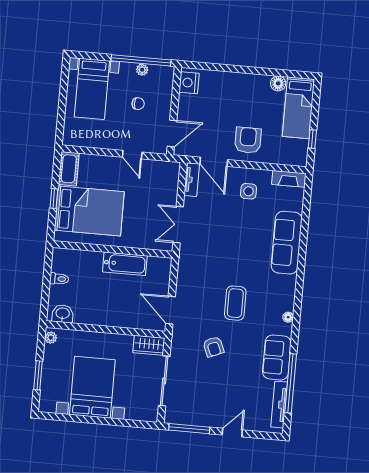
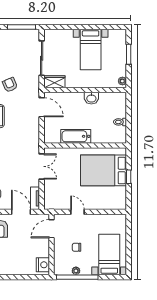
cot: (69, 169) -> (120, 198), removed
washbasin: (63, 314) -> (91, 98), moved
bed with nightstands: (92, 387) -> (91, 49), width x0.73

